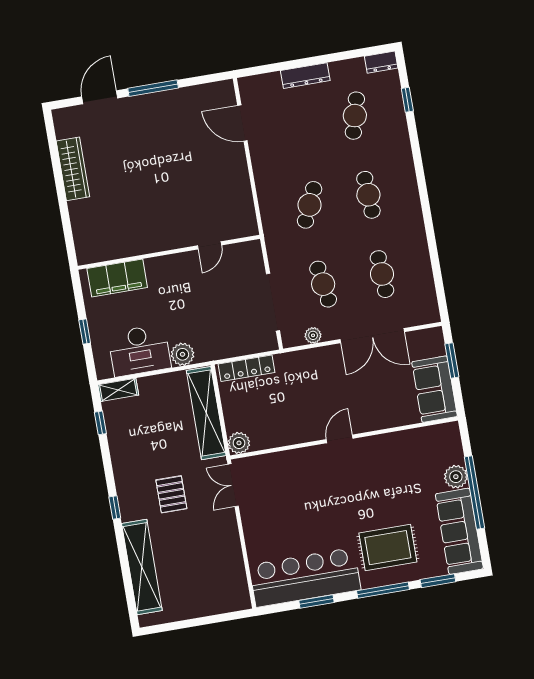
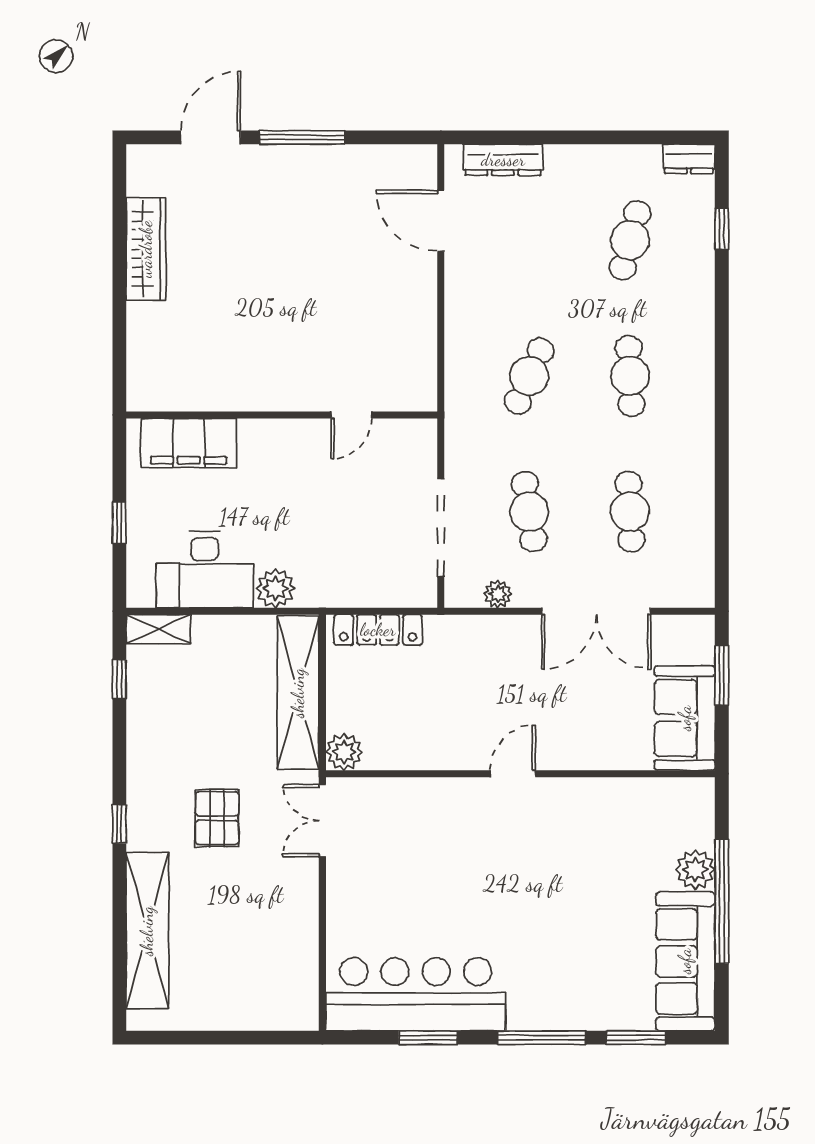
dresser: (305, 76) -> (503, 160), moved
rug: (388, 548) -> (562, 968), removed

